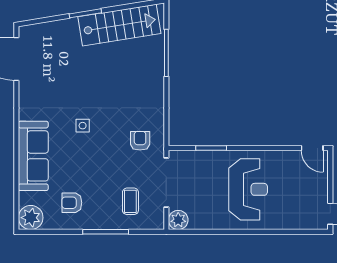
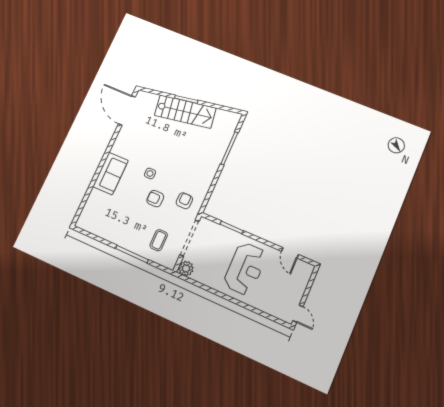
stairs: (119, 25) -> (185, 112), moved
door: (312, 148) -> (290, 253), moved
sofa: (33, 156) -> (110, 173), width x0.73
armchair: (72, 203) -> (155, 199), moved
plant: (31, 218) -> (86, 221), removed

